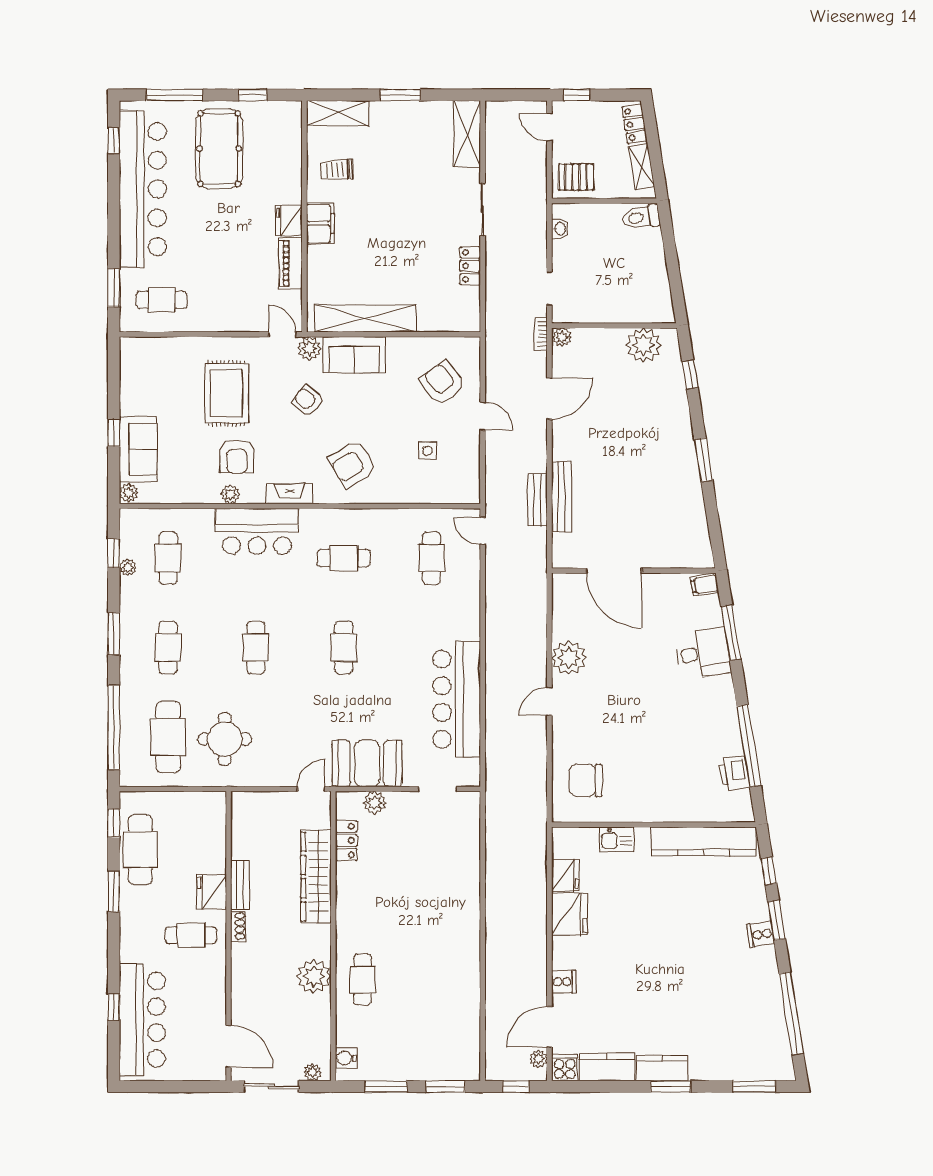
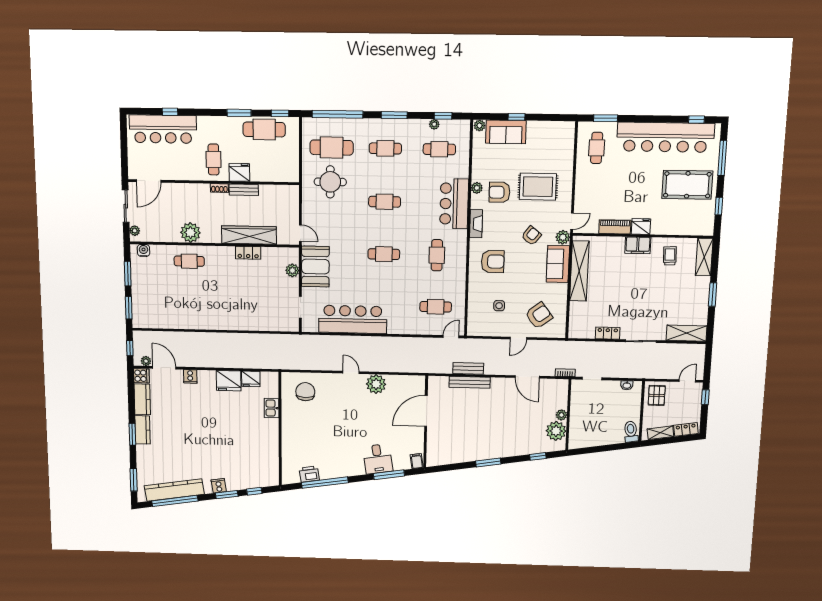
plant: (562, 337) -> (561, 415), moved
armchair: (352, 464) -> (493, 261), turned 121
locker: (346, 840) -> (248, 253), moved
kitchen counter: (703, 842) -> (174, 490), moved, turned 81

